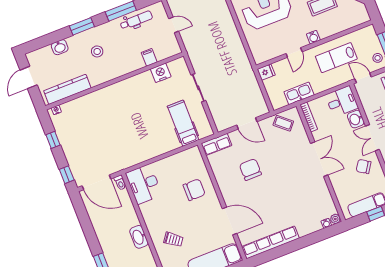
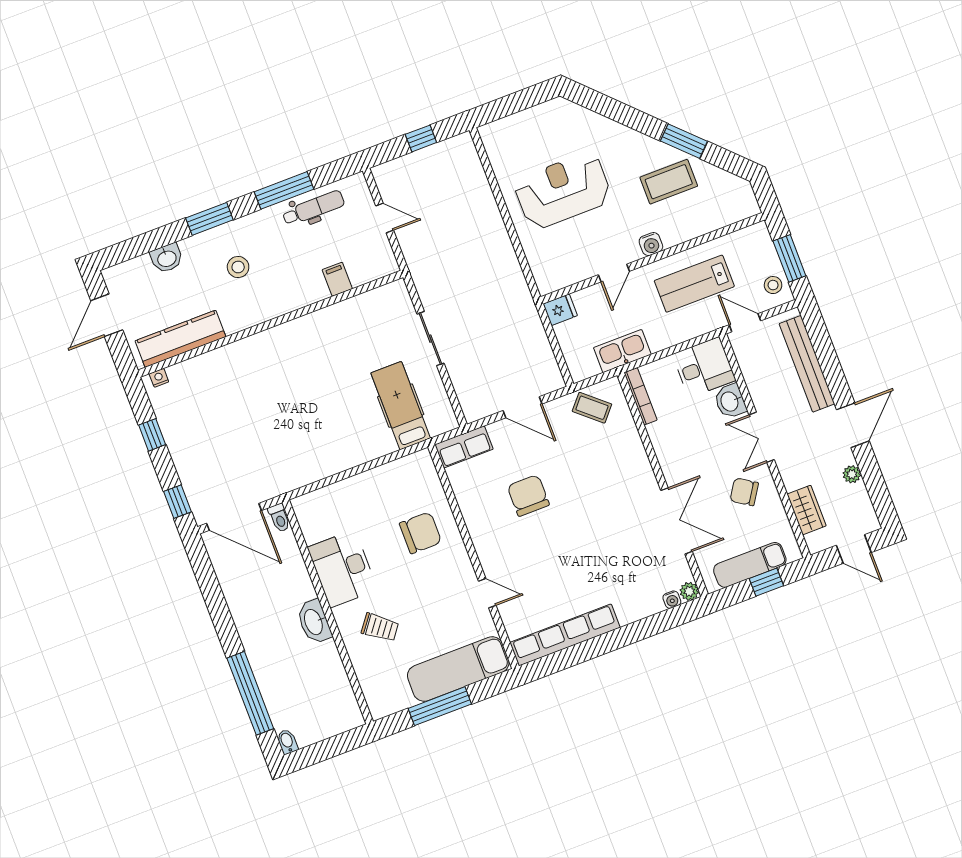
nightstand: (161, 73) -> (359, 309), removed
double door: (319, 159) -> (676, 521), moved
desk: (144, 184) -> (342, 569), moved
door: (230, 221) -> (487, 593), width x0.53

